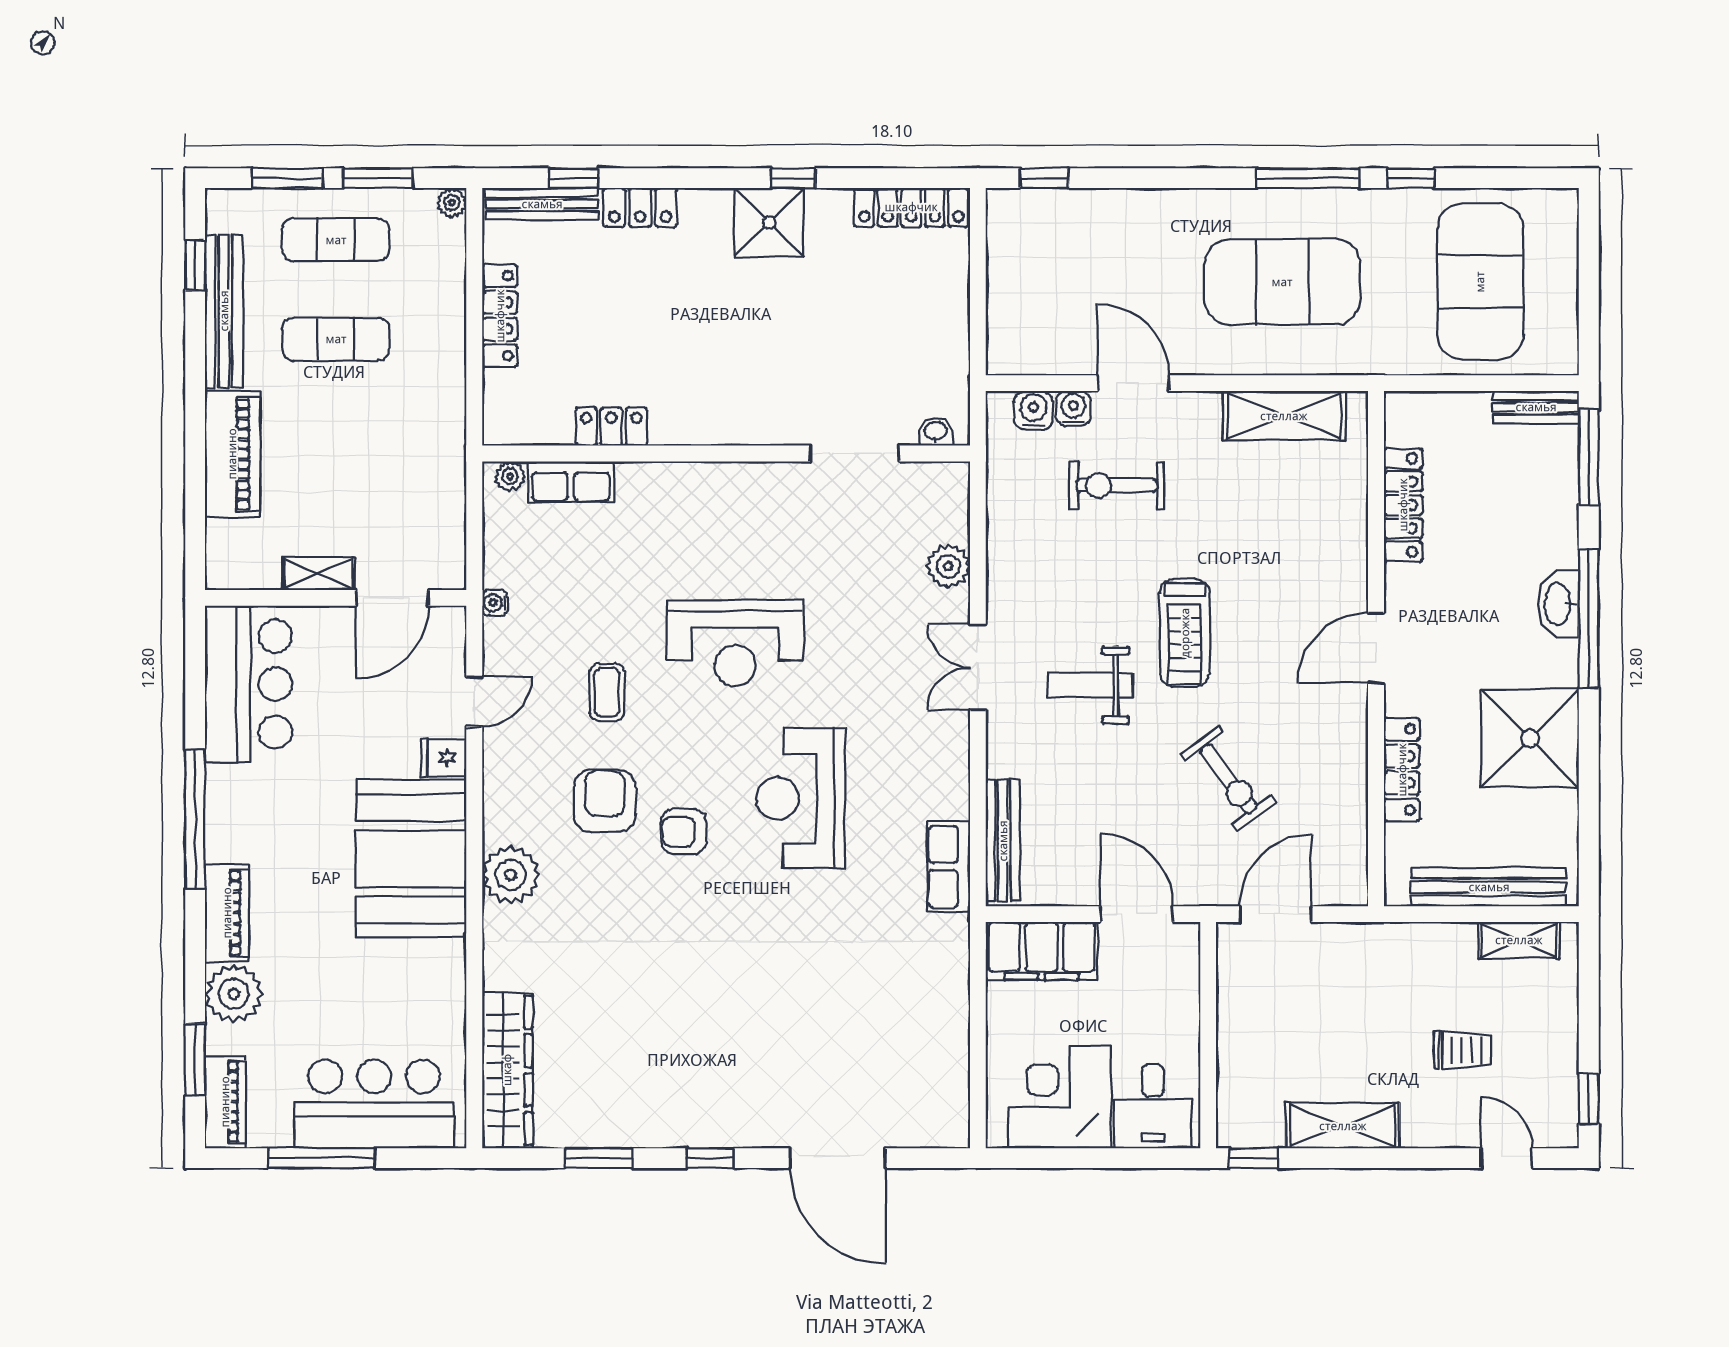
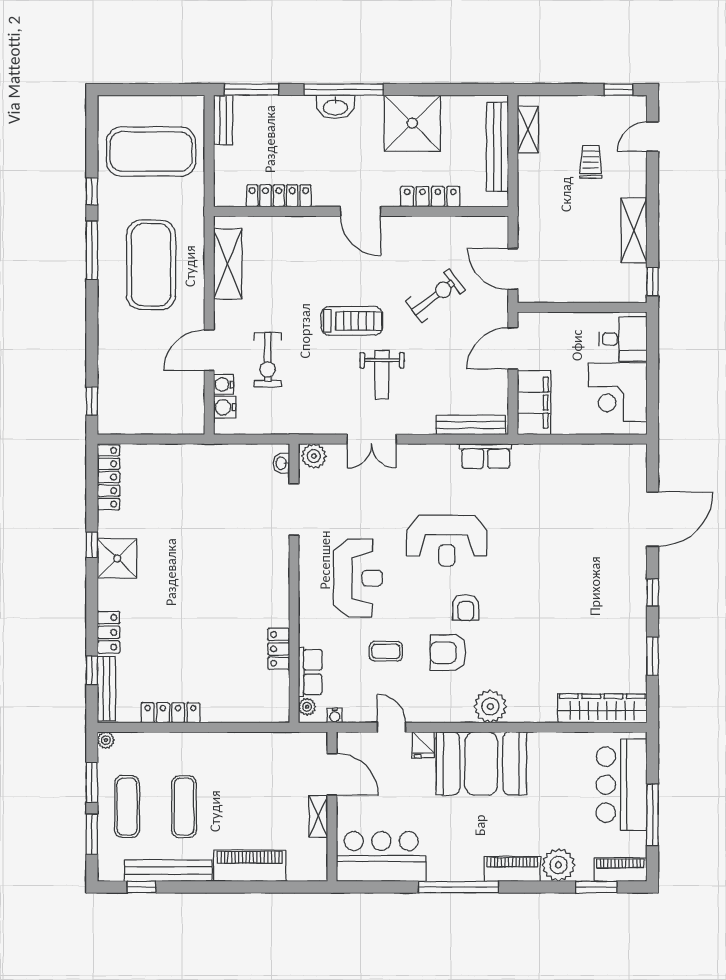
locker: (611, 427) -> (279, 649), moved
washbasin: (936, 432) -> (281, 463), moved
wall: (726, 453) -> (294, 583), moved
doorway: (855, 453) -> (294, 510), moved
plant: (510, 476) -> (307, 707), moved
row of seats: (571, 482) -> (310, 672), moved

